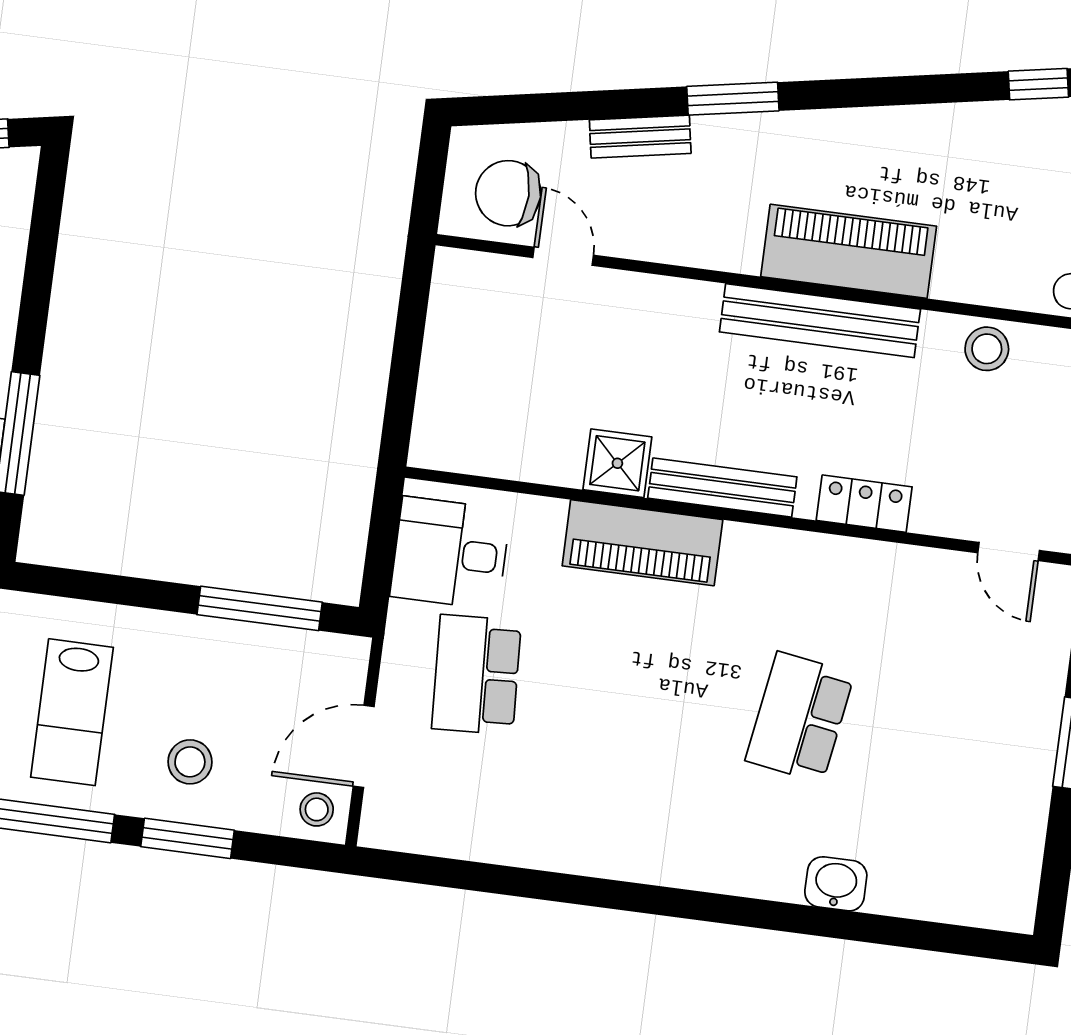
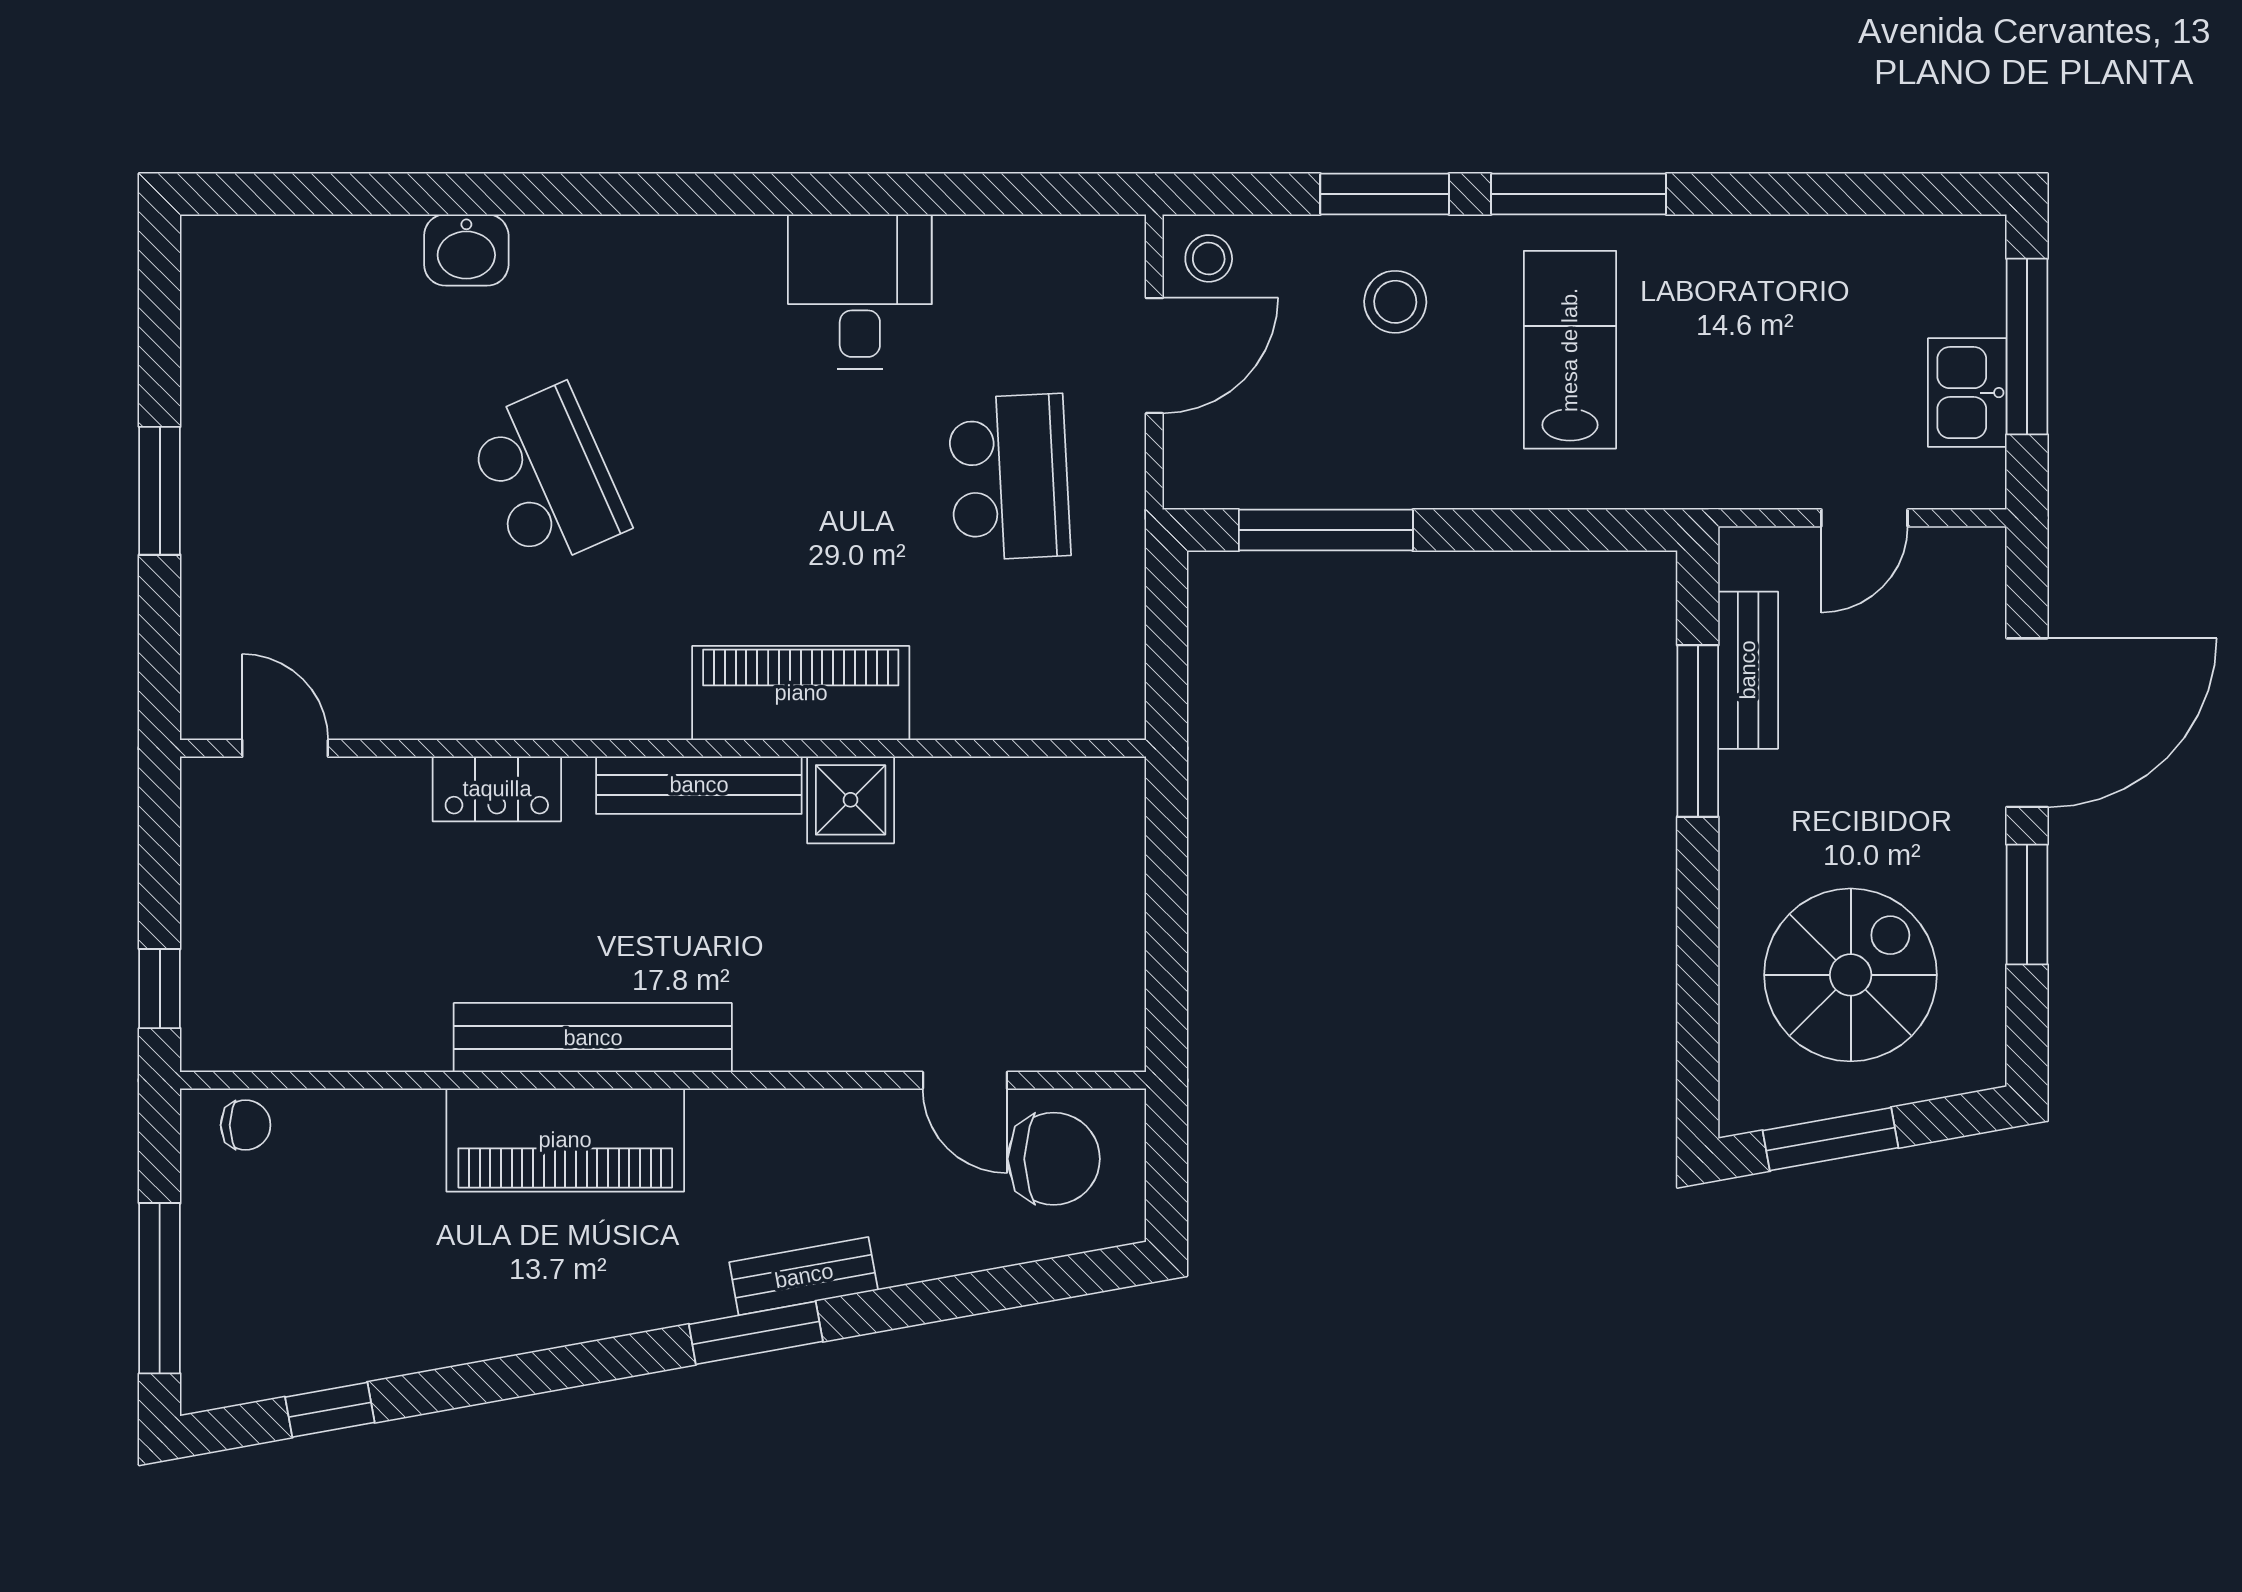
bench: (640, 137) -> (804, 1276), moved
stool: (987, 349) -> (353, 1029), removed
desk: (450, 553) -> (860, 292), moved, turned -90
school desk: (800, 717) -> (548, 477), turned -33

